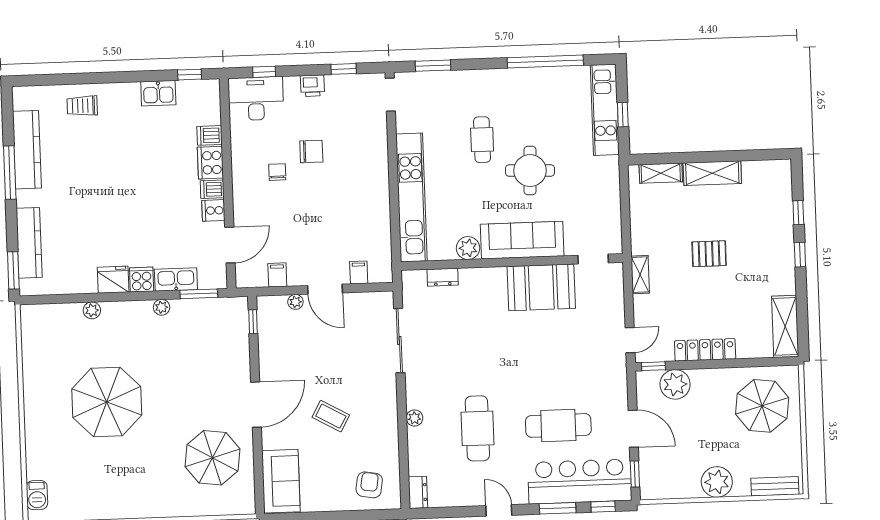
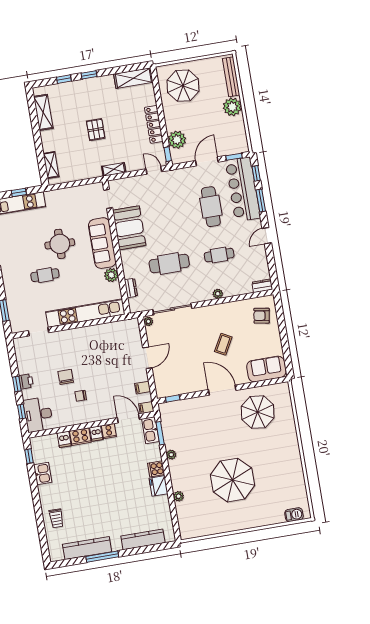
window: (344, 69) -> (17, 384), moved
doorway: (390, 95) -> (39, 332), moved
shelving: (712, 173) -> (43, 112), moved
window: (13, 270) -> (161, 547), removed
filing cabinet: (359, 273) -> (146, 408), moved
kitchen sink: (176, 279) -> (150, 430), moved
plant: (295, 302) -> (148, 321), moved
cafe table: (474, 345) -> (169, 264), added
cafe table: (477, 428) -> (219, 255), width x0.73, depth x0.74
bench: (775, 486) -> (231, 77), width x1.36

